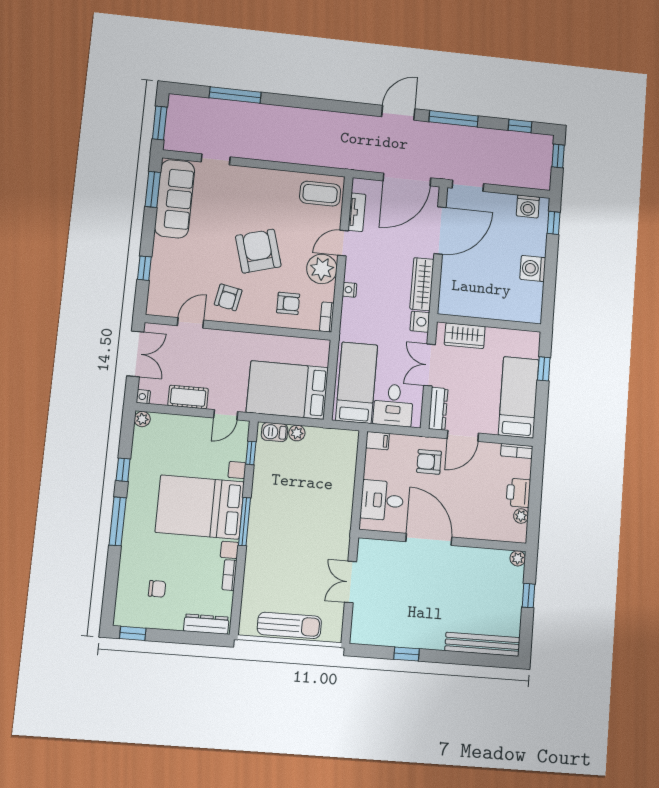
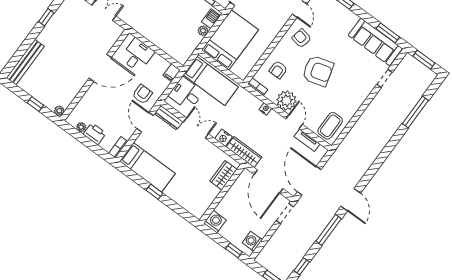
wall: (489, 323) -> (222, 194), moved
wardrobe: (465, 336) -> (223, 175), moved

